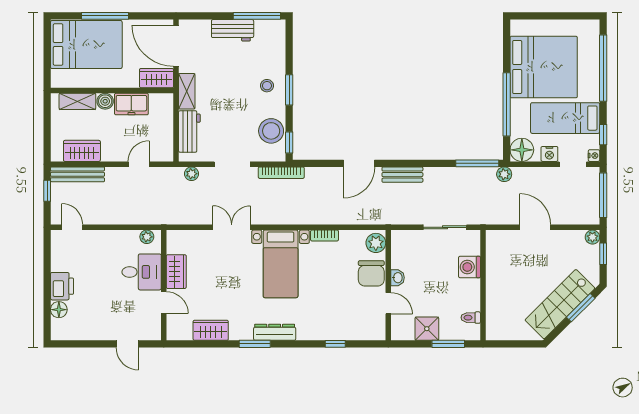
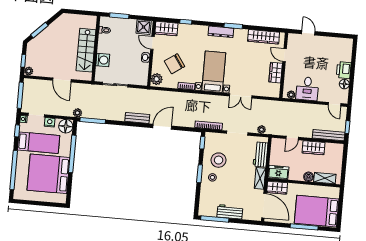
freezer: (131, 104) -> (278, 172), moved
stool: (271, 131) -> (219, 160), moved
wardrobe: (82, 151) -> (314, 148), moved
desk: (142, 272) -> (307, 89), moved, turned -90
chair: (371, 273) -> (175, 64), moved, turned -125
stairs: (560, 304) -> (86, 50), moved, turned 135
floor lamp: (59, 310) -> (344, 84), moved
shower: (427, 329) -> (144, 27), moved
wardrobe: (211, 330) -> (264, 37), width x1.50
wardrobe: (367, 330) -> (166, 29), added

